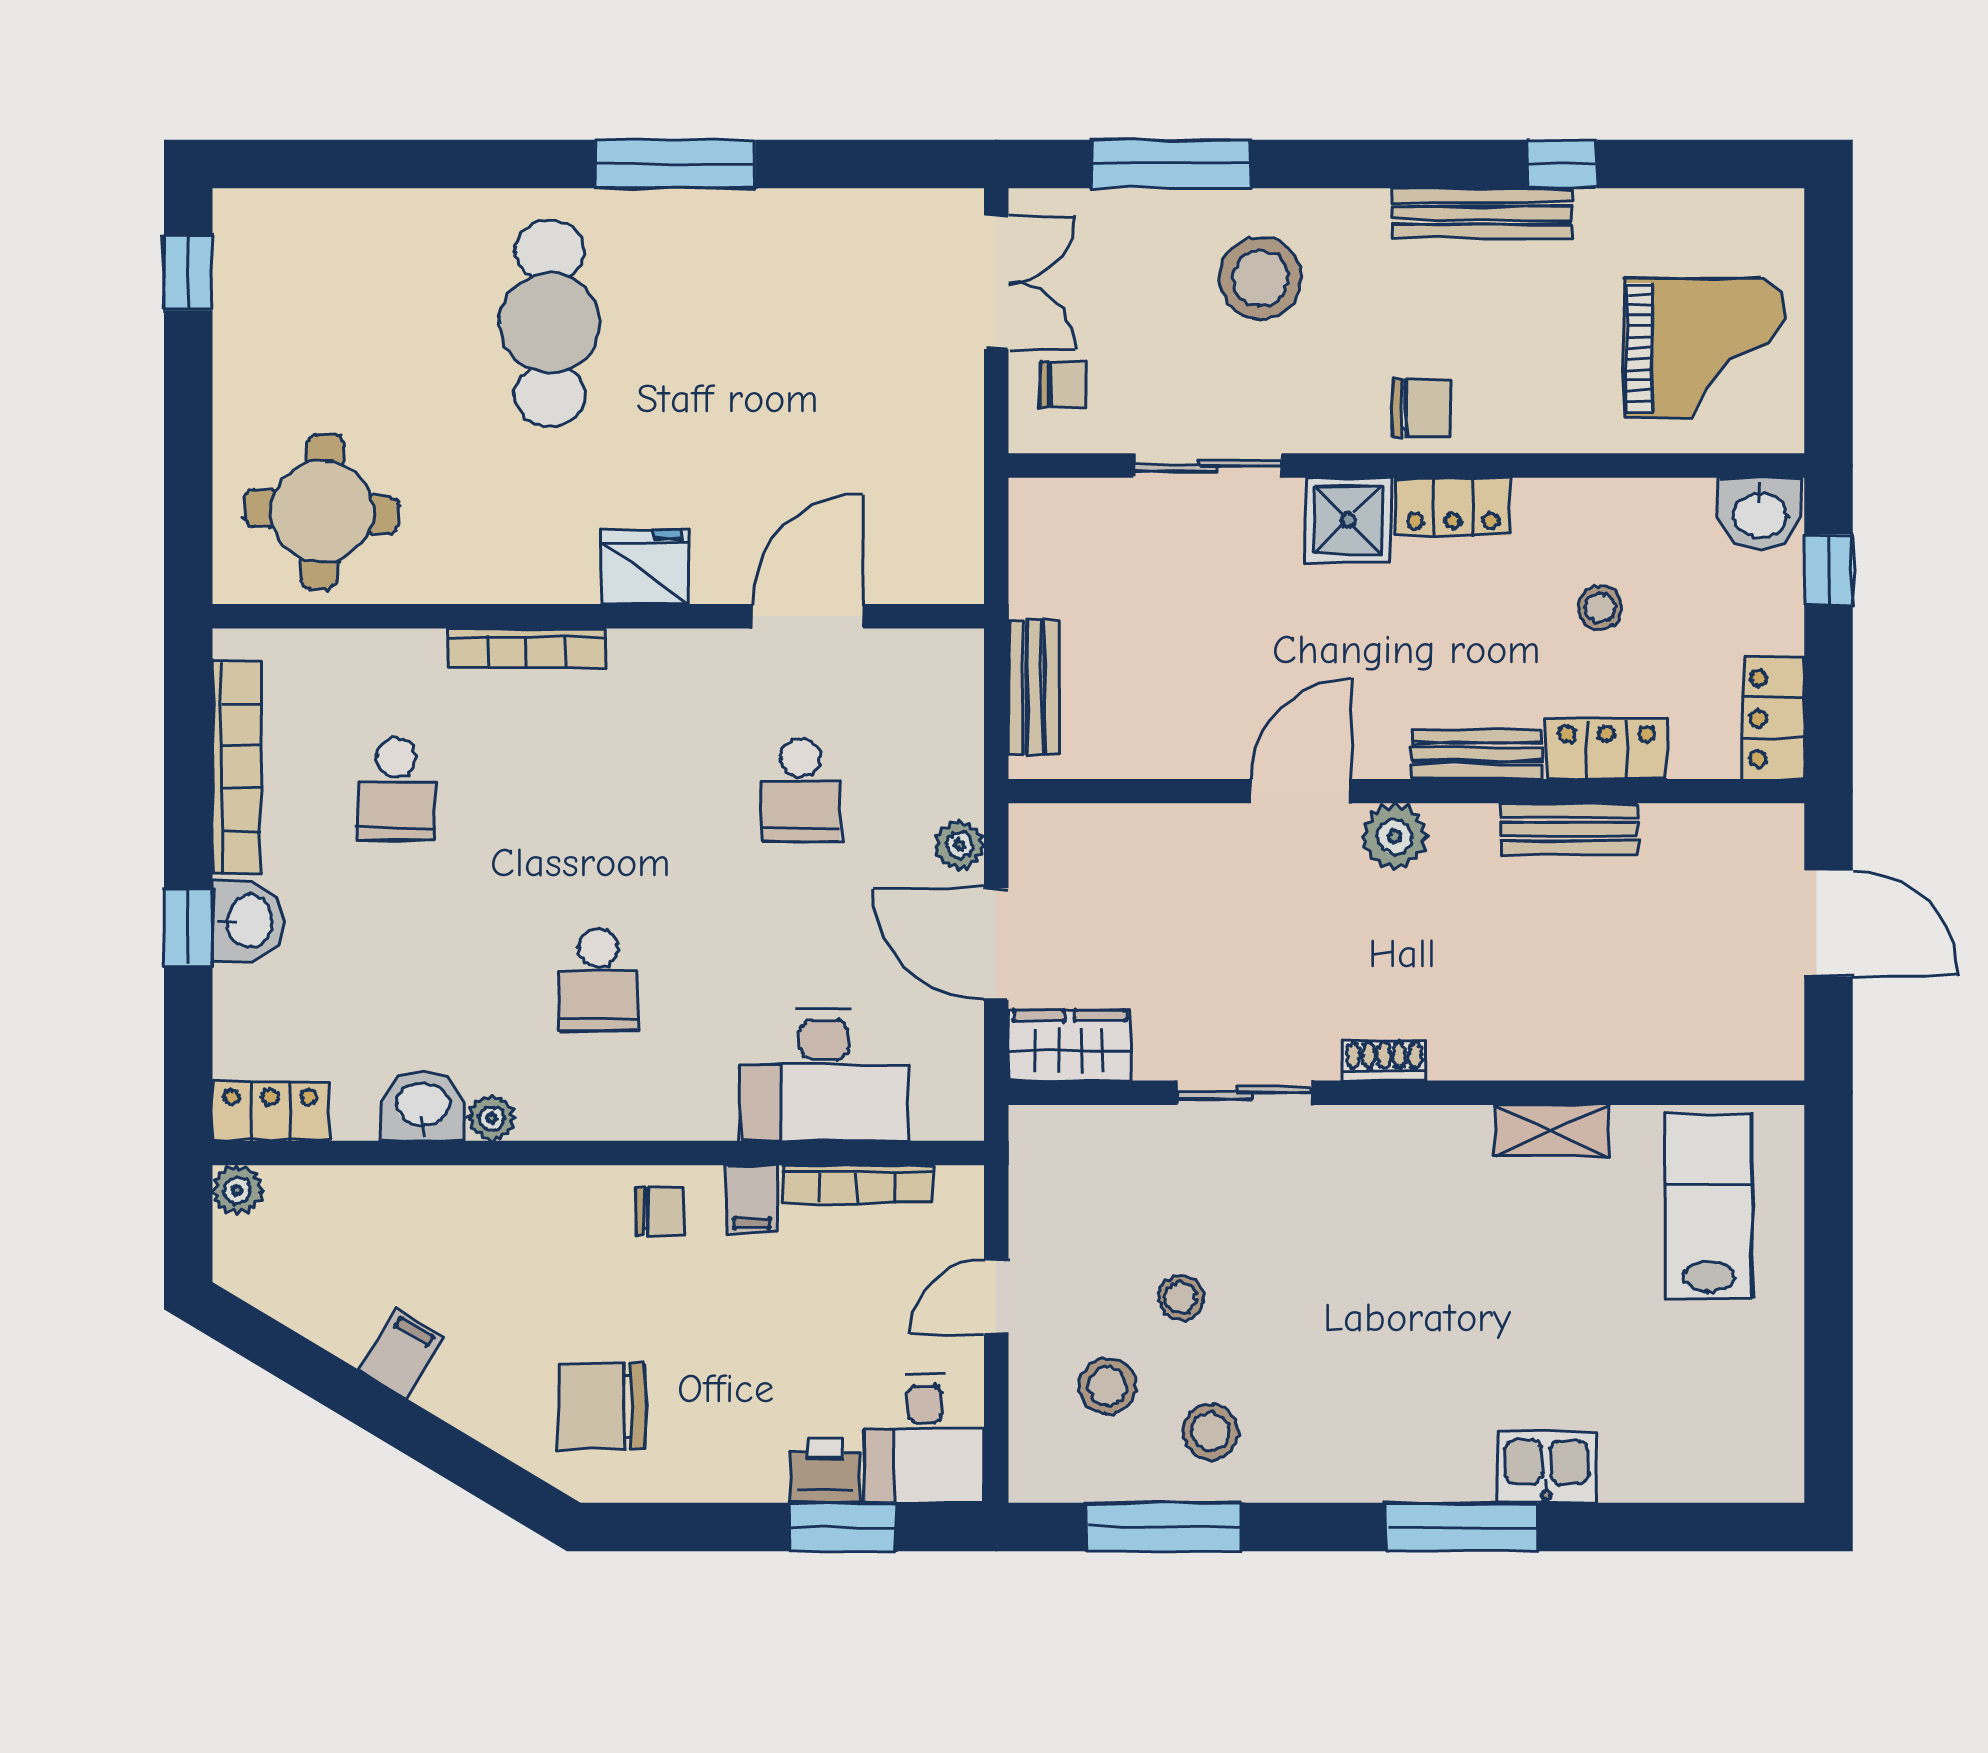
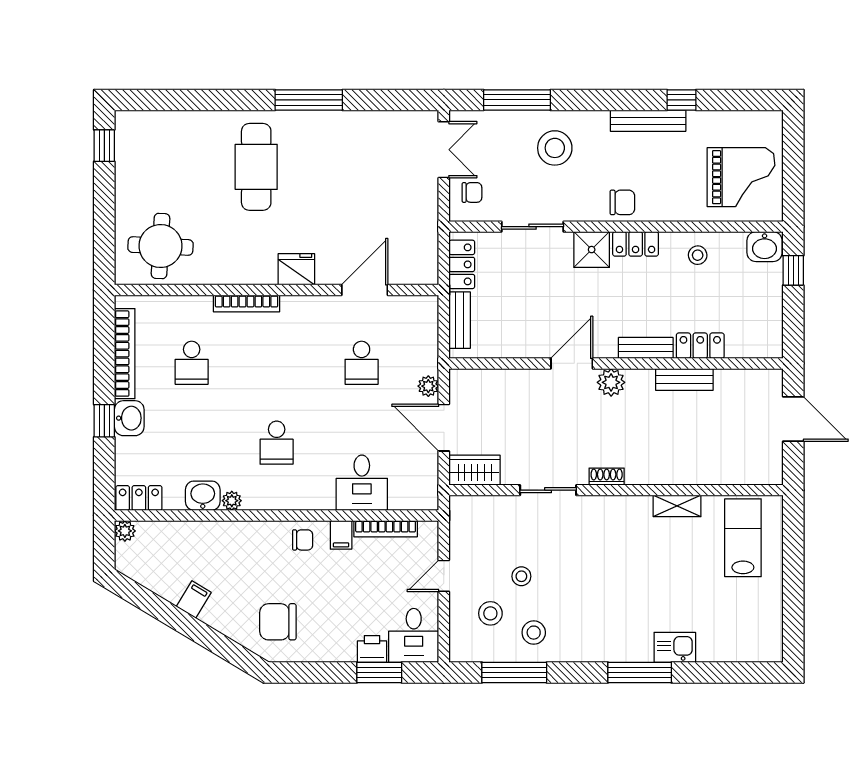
stool: (1600, 608) -> (698, 255), moved
locker: (1774, 718) -> (462, 264), moved, turned 180
desk: (824, 1075) -> (362, 483), width x0.73

